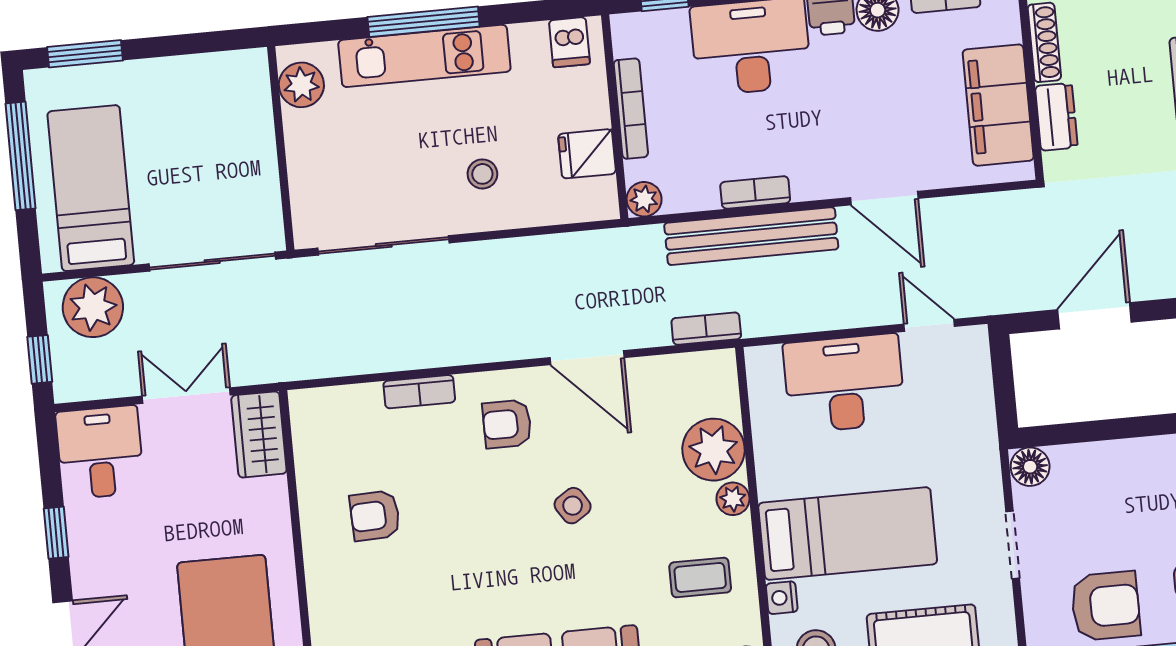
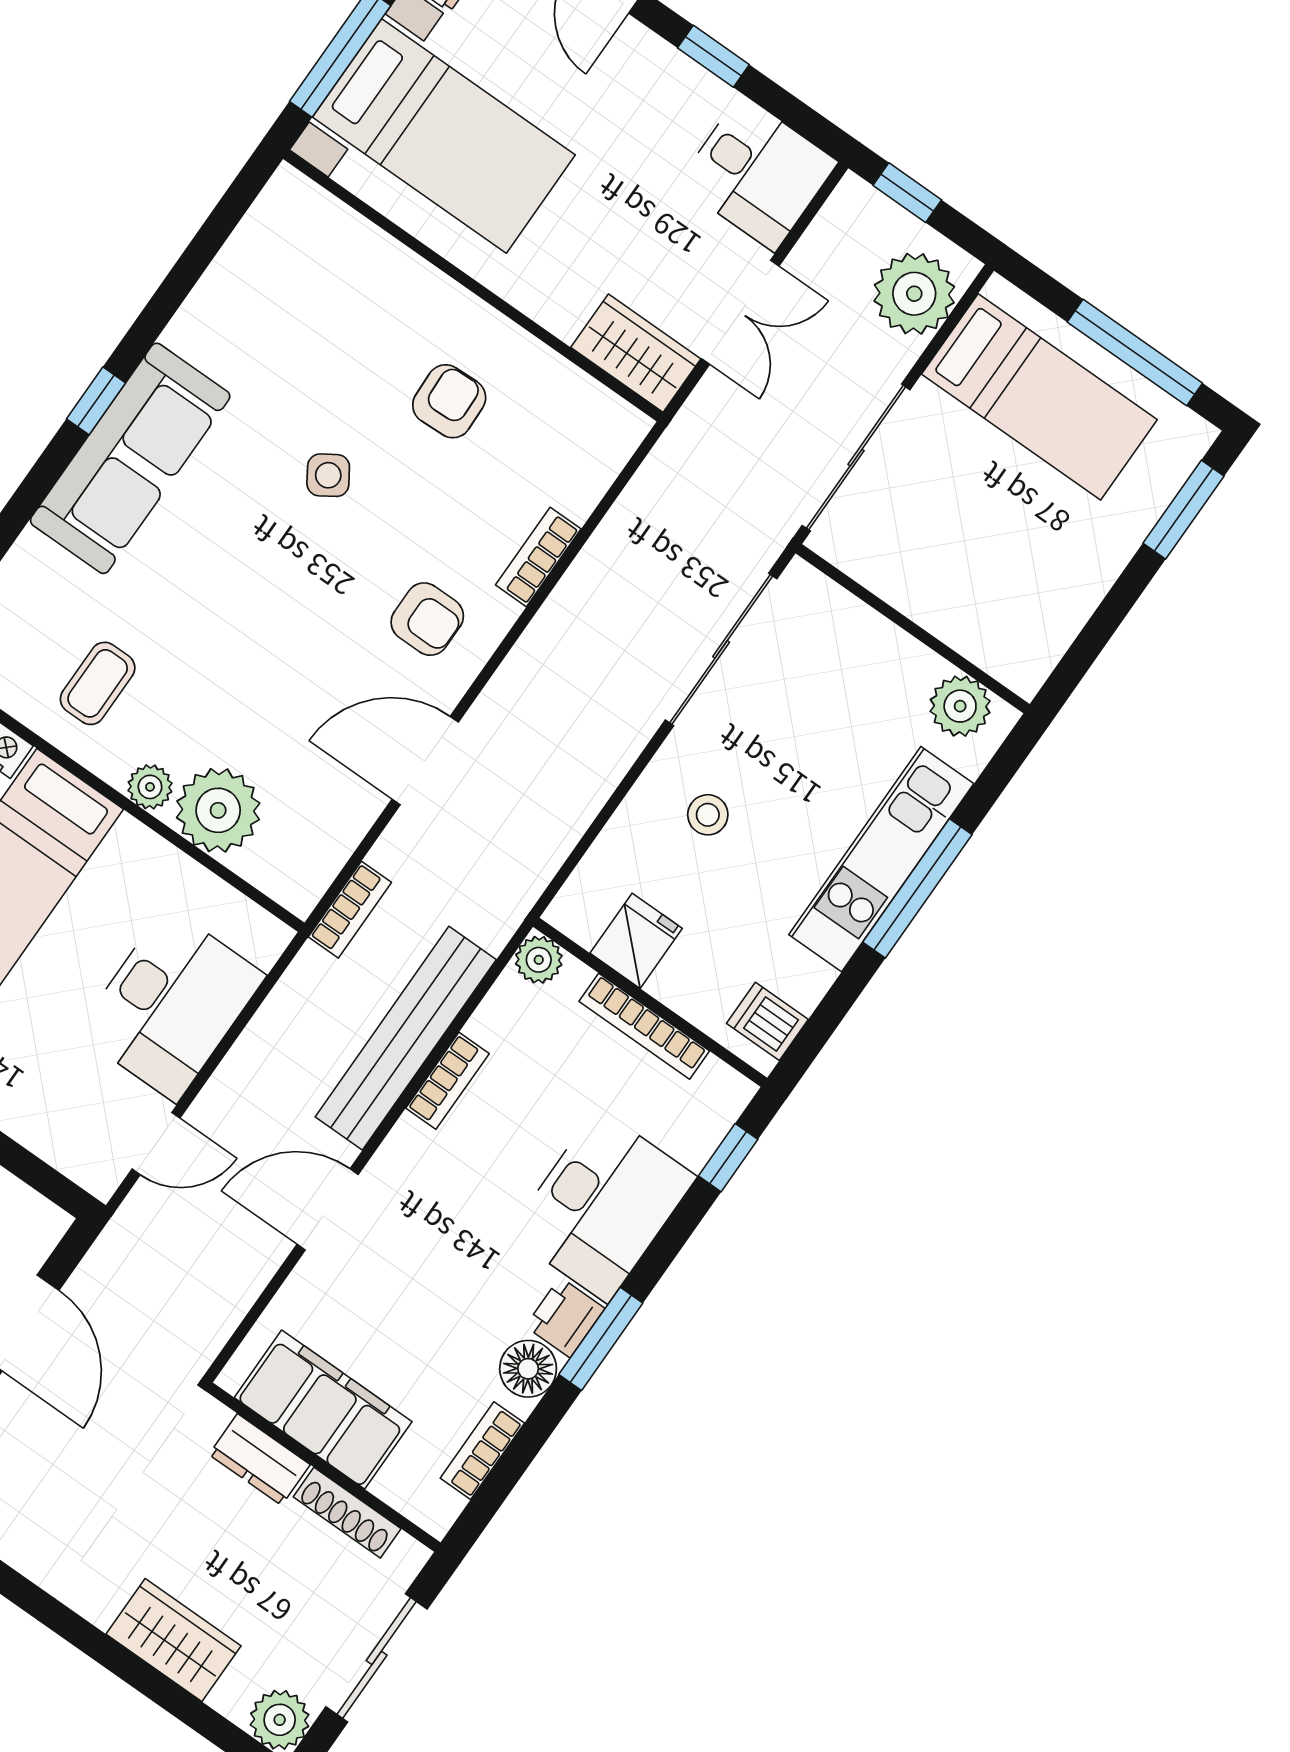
armchair: (507, 424) -> (427, 619), turned 90
side table: (573, 506) -> (328, 475), moved

